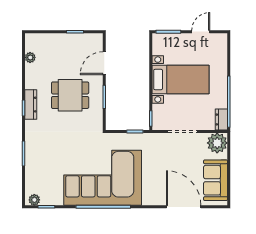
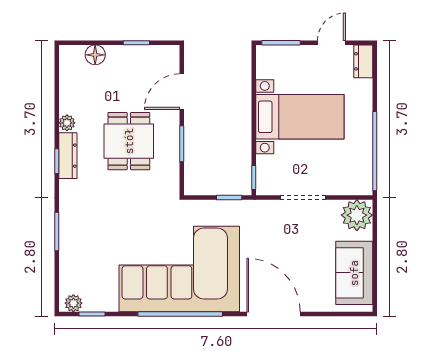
floor lamp: (48, 39) -> (95, 55), added
plant: (30, 57) -> (67, 123), moved
dining table: (70, 95) -> (129, 141), turned 90
dresser: (221, 119) -> (363, 61), moved
door: (184, 207) -> (274, 314), moved

